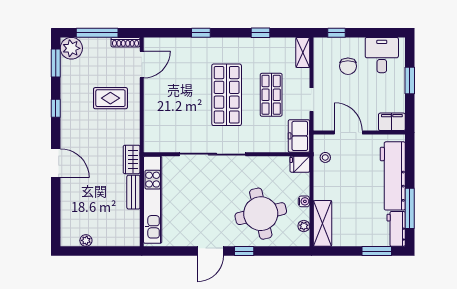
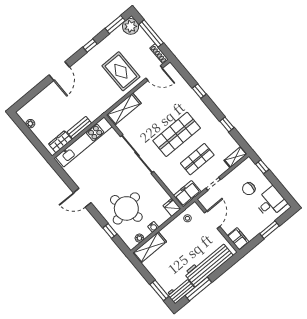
rug: (110, 98) -> (121, 71), width x1.36, depth x1.43
shelving: (153, 129) -> (124, 109), added
wardrobe: (132, 159) -> (60, 142), moved
window: (244, 251) -> (110, 231), moved

